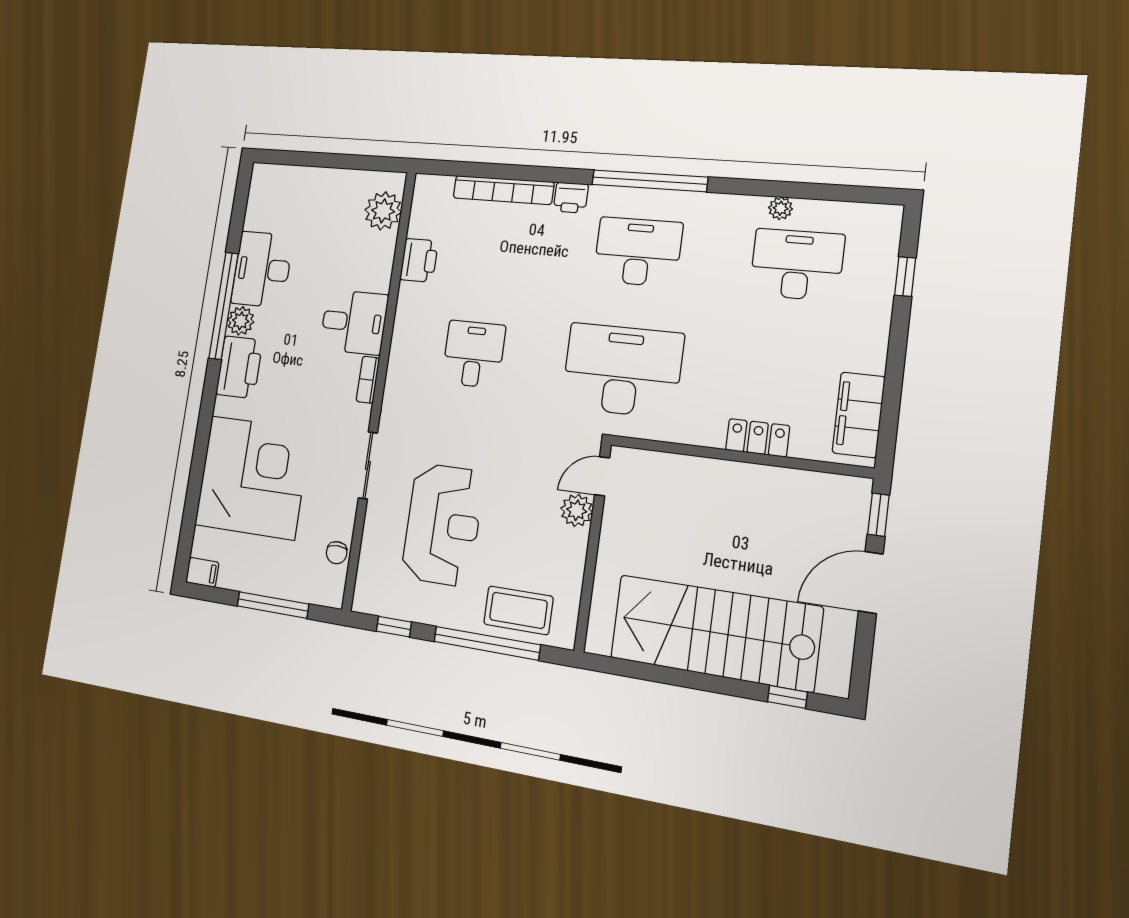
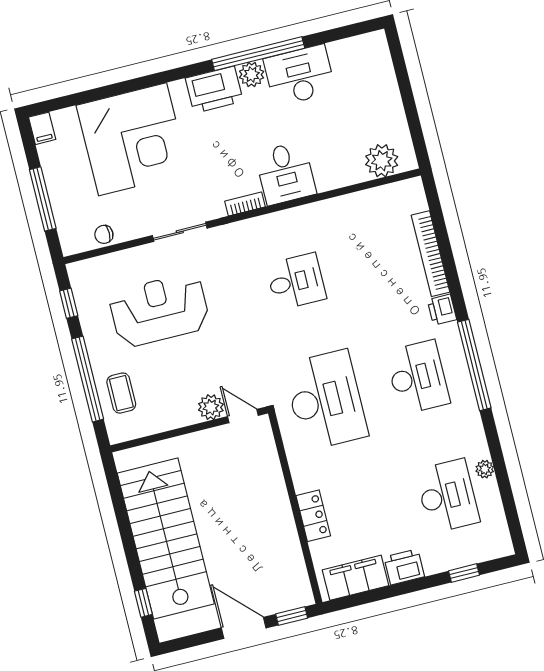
printer: (419, 260) -> (404, 567), moved, turned 180
reception desk: (443, 525) -> (159, 310), turned 180
coffee table: (518, 610) -> (121, 393), width x0.73, depth x0.77

